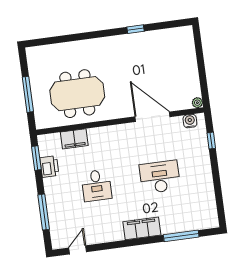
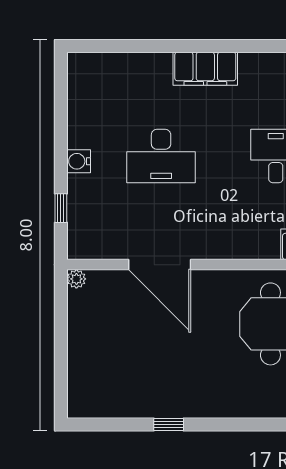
water cooler: (190, 121) -> (79, 161), moved, turned 90
window: (181, 236) -> (137, 46), removed

